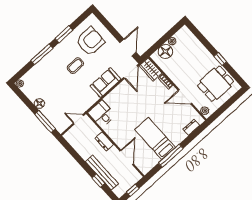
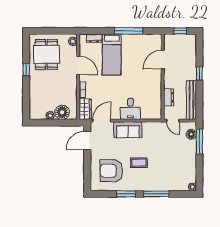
dining table: (216, 84) -> (46, 54), turned 90
floor lamp: (39, 103) -> (191, 134), moved
desk: (102, 114) -> (130, 109), moved
bed: (155, 138) -> (112, 55), moved
dresser: (104, 141) -> (169, 97), moved
bench: (102, 173) -> (191, 100), moved
window: (98, 180) -> (199, 73), moved

